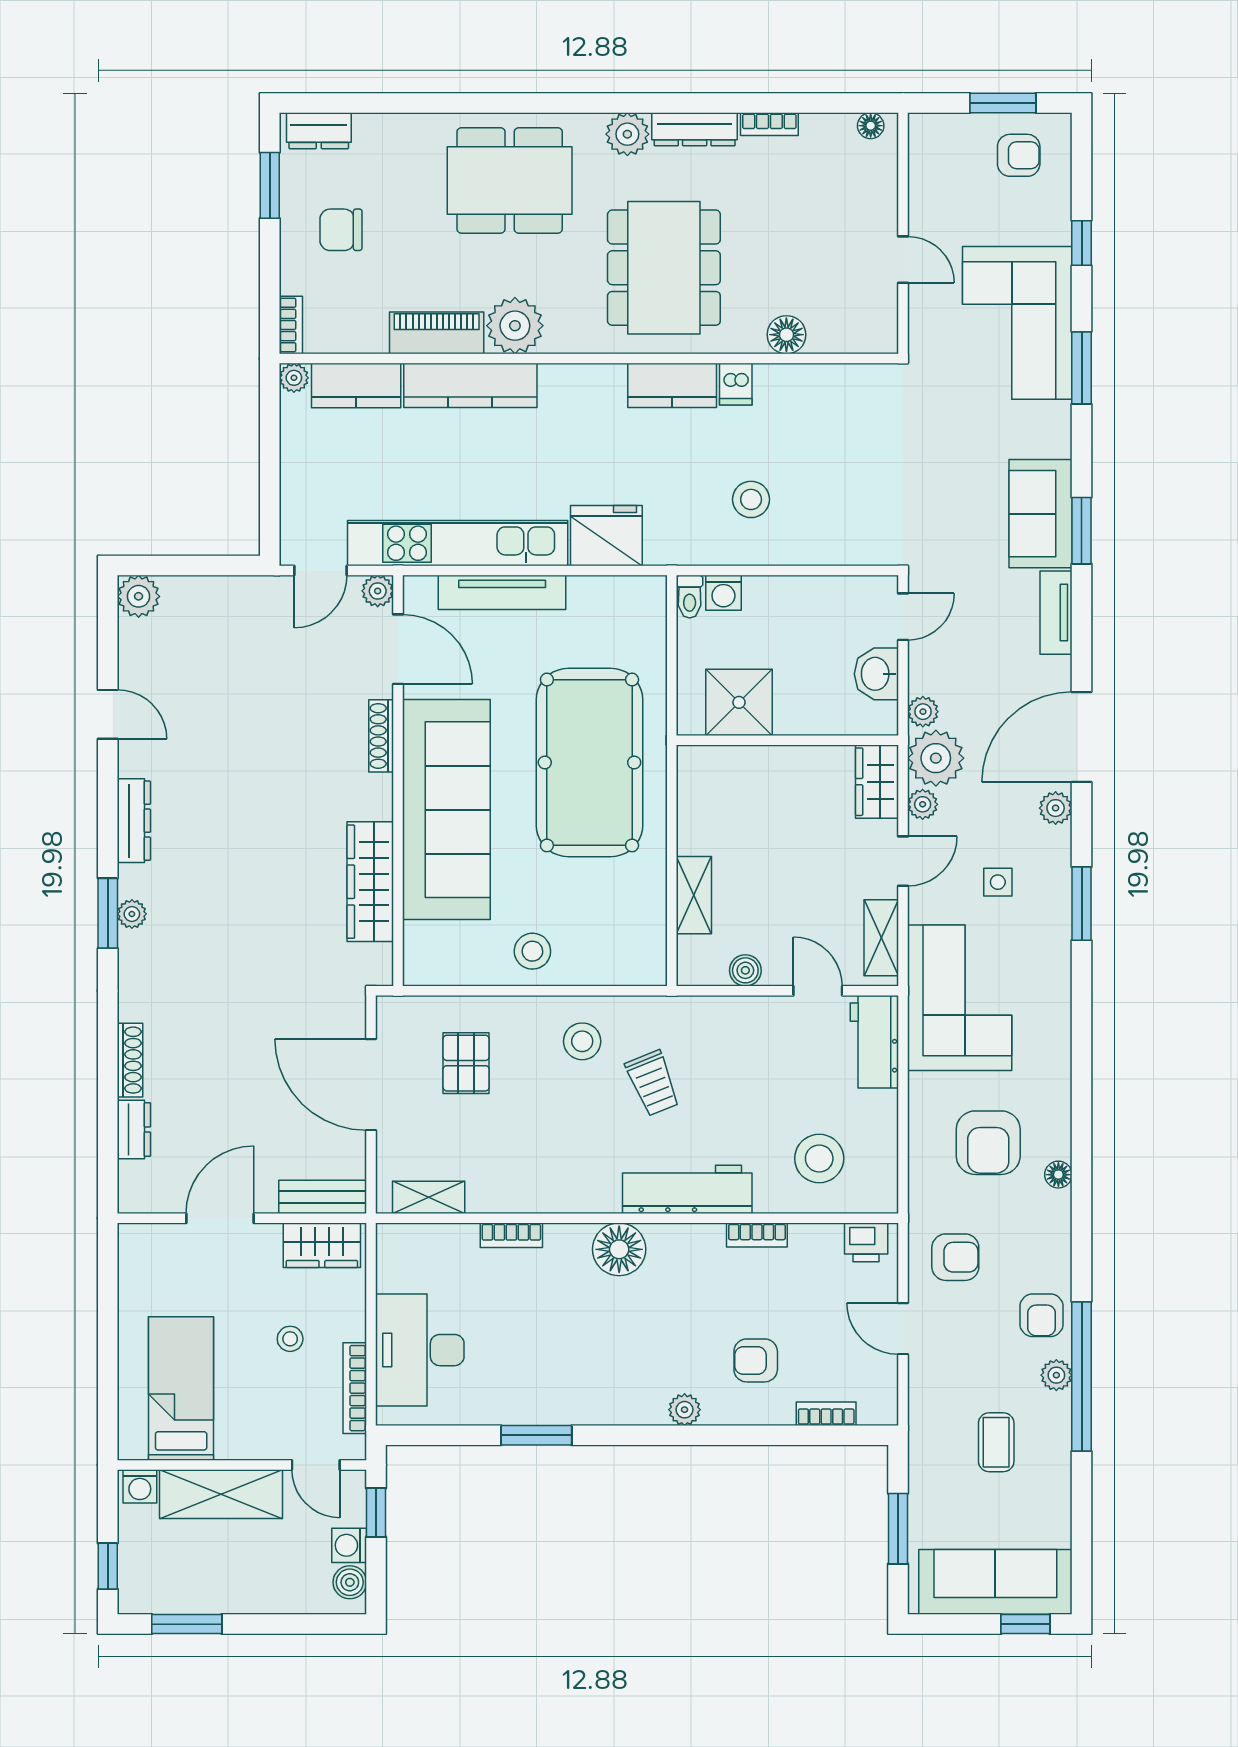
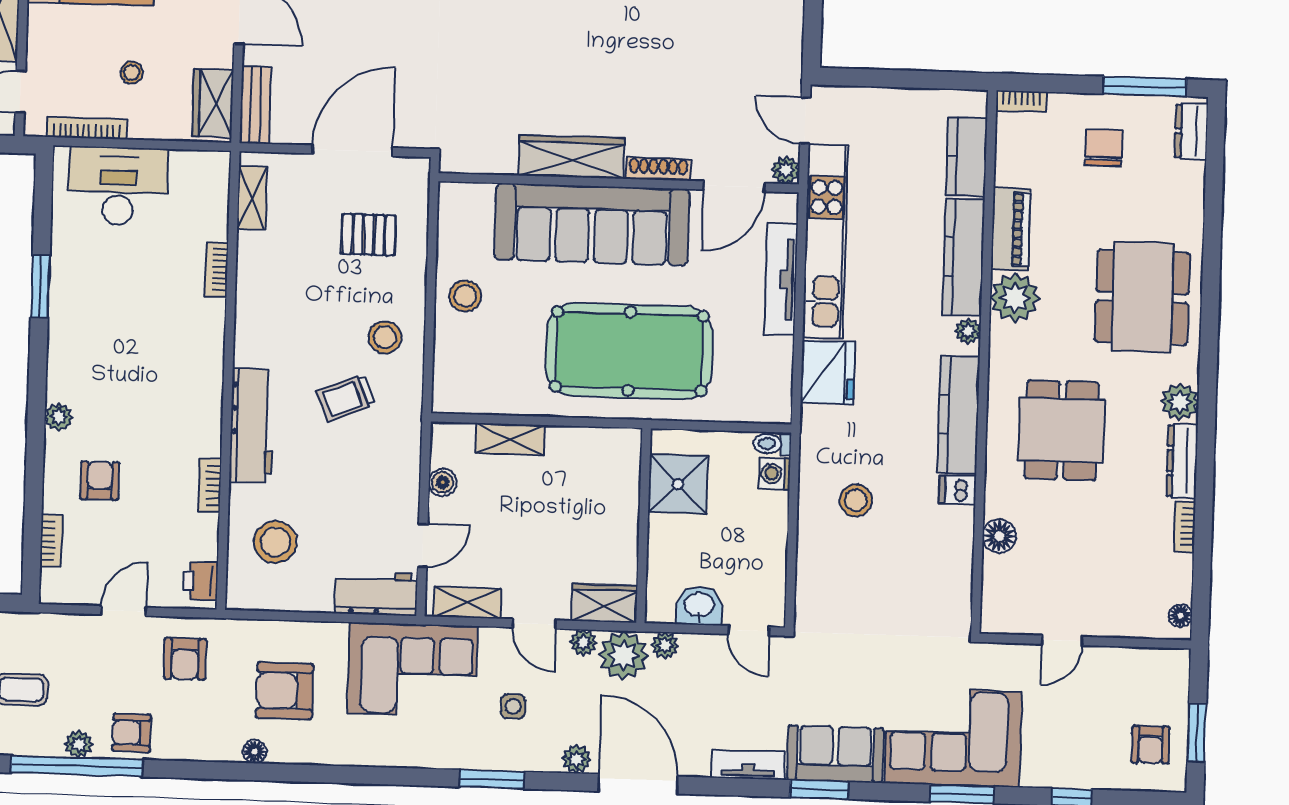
window: (270, 185) -> (1145, 86), width x1.44
dining table: (664, 268) -> (1062, 430), width x0.73
corner sofa: (1017, 323) -> (953, 737), moved
plant: (294, 378) -> (968, 331), moved
kitchen counter: (672, 385) -> (959, 415), width x1.50
wardrobe: (370, 882) -> (571, 157), moved
floor lamp: (619, 1249) -> (201, 364), removed

